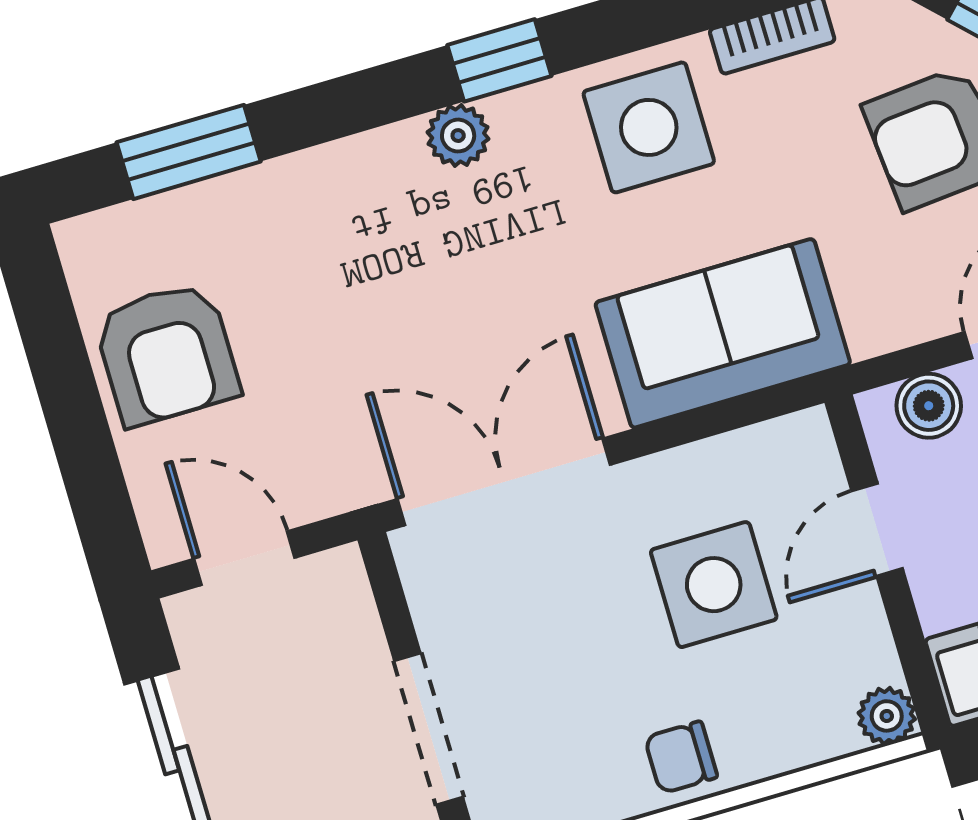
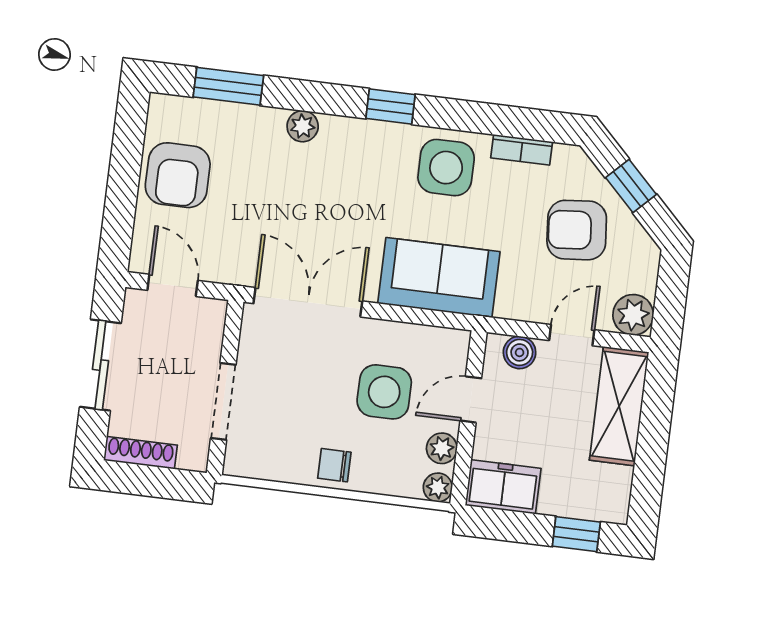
plant: (458, 136) -> (303, 126), moved
plant: (863, 642) -> (442, 448), added

